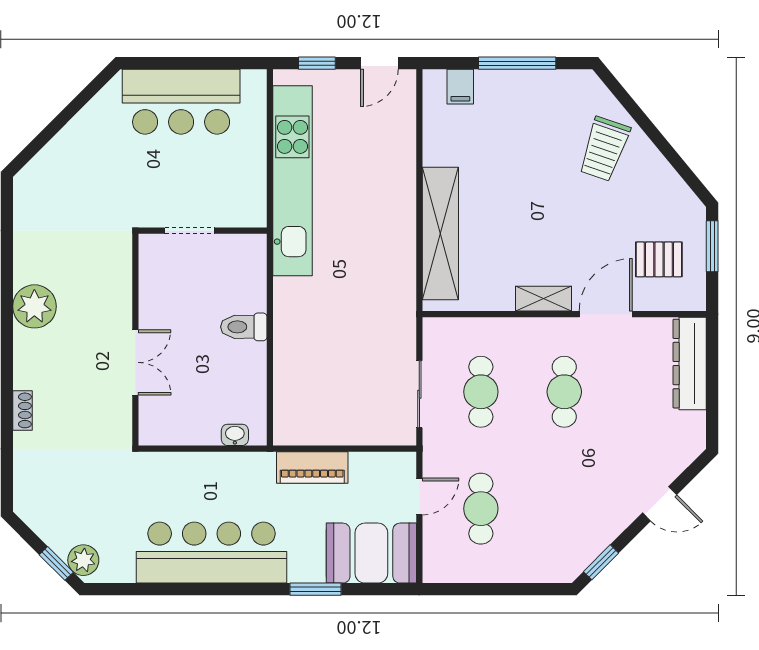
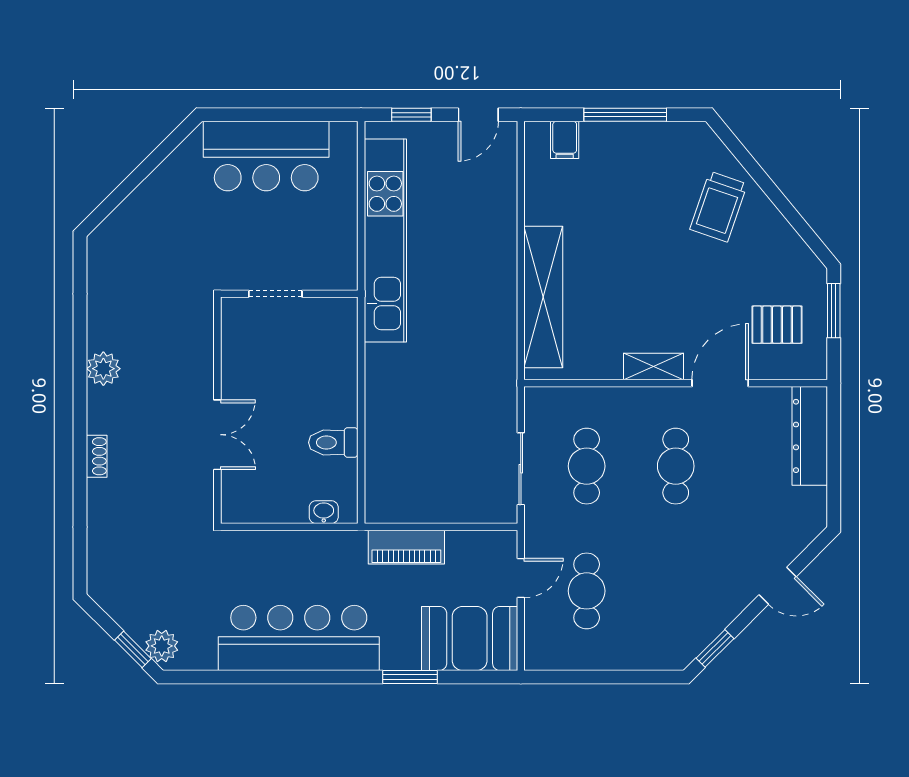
plant: (34, 306) -> (103, 369), width x0.73, depth x0.73
toilet: (244, 327) -> (333, 442), moved
shoe rack: (22, 410) -> (97, 456), moved

